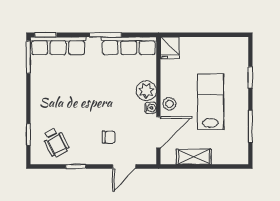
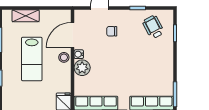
shelving: (194, 157) -> (26, 16), moved

